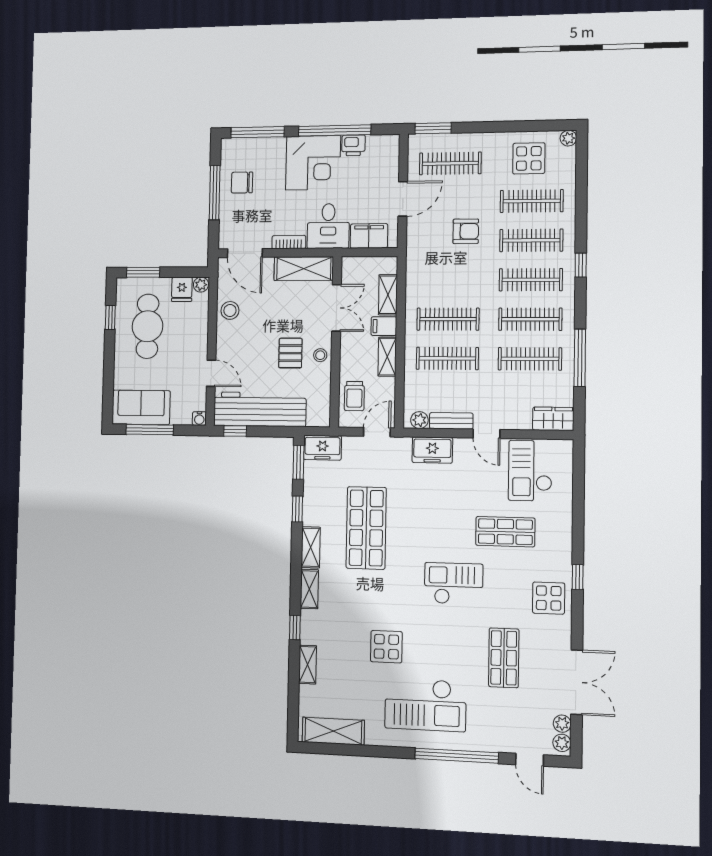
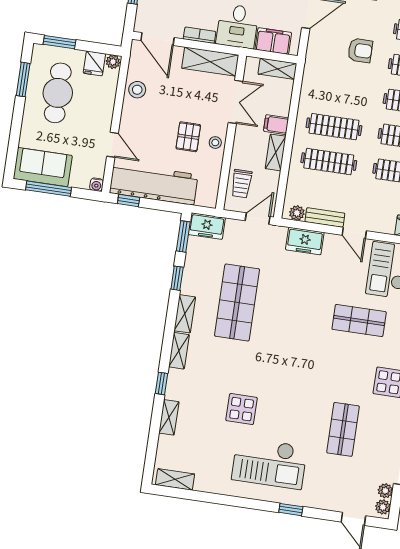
shelving: (388, 295) -> (277, 69), moved, turned 90
window: (110, 317) -> (23, 79), width x1.50
checkout: (454, 584) -> (308, 360), removed
shelving: (333, 731) -> (175, 479), width x0.67, depth x0.75
window: (457, 756) -> (291, 510), width x0.32

